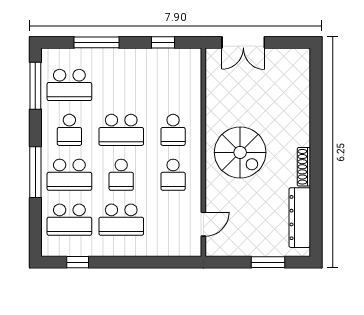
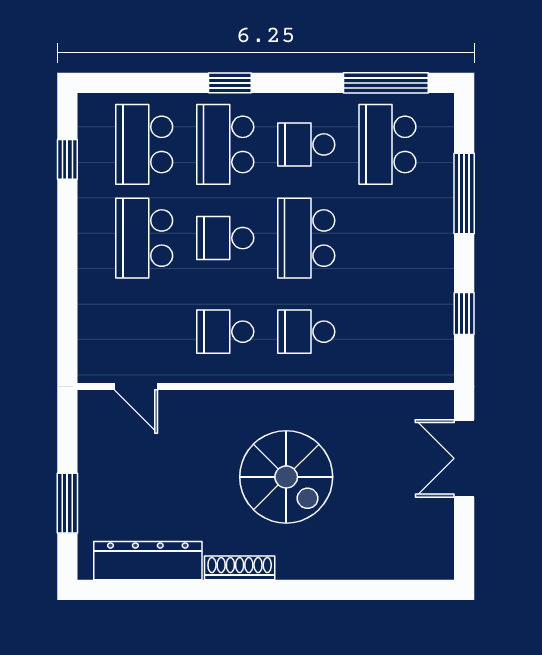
spiral stairs: (240, 152) -> (286, 477), moved, turned -90
window: (35, 172) -> (230, 83), width x0.46

